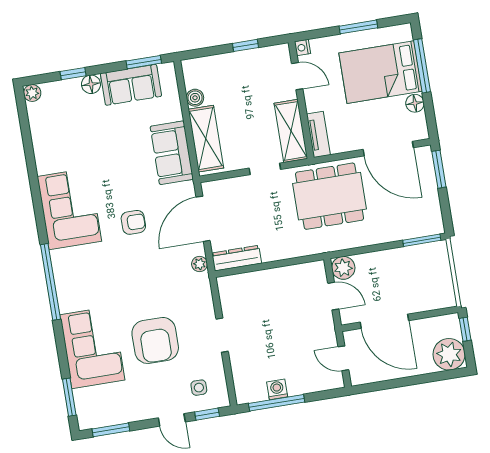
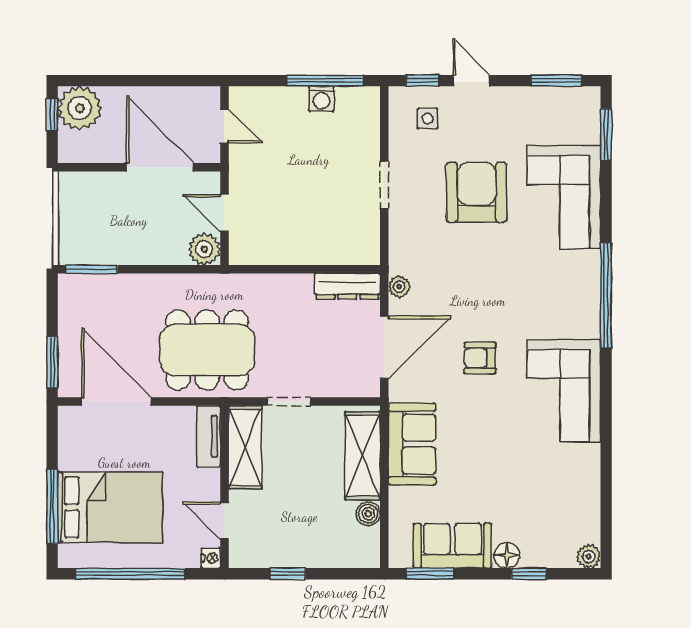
window: (358, 27) -> (130, 574), width x2.11
floor lamp: (415, 103) -> (70, 457), removed
window: (465, 329) -> (52, 114), moved

